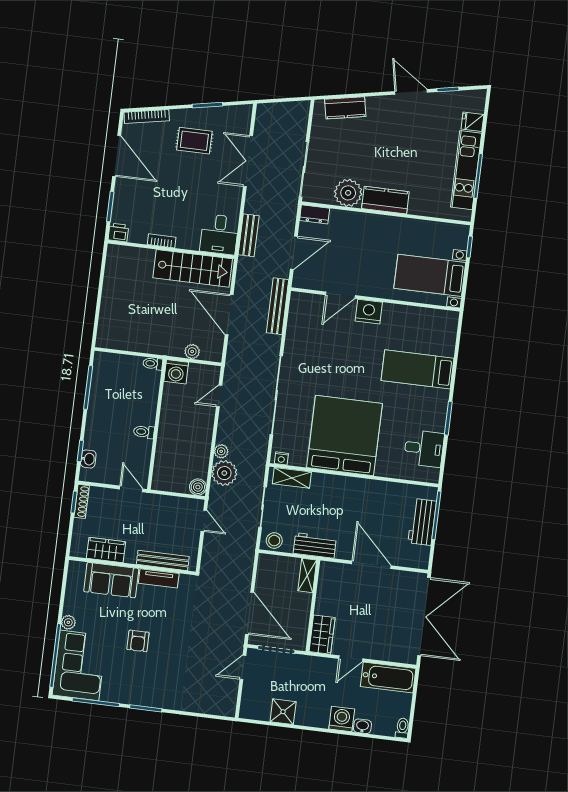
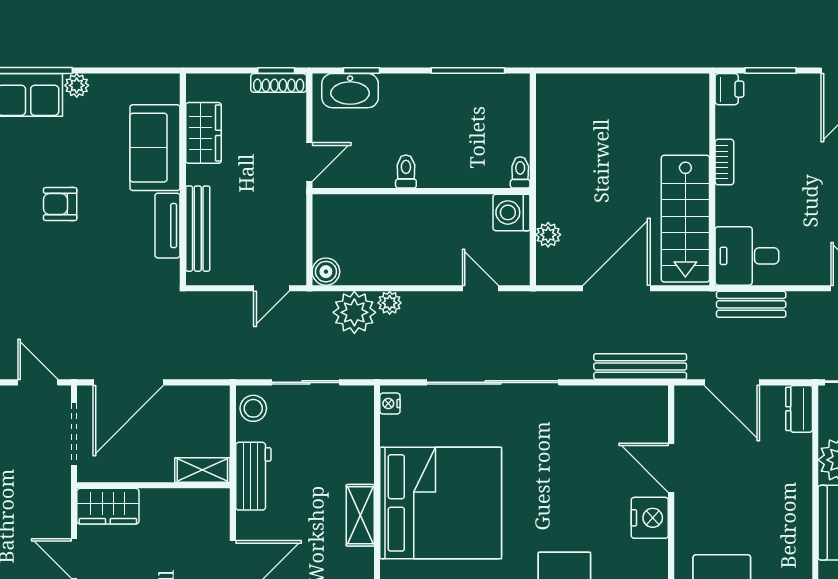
washbasin: (88, 459) -> (350, 91), width x1.91, depth x1.45
shelving: (292, 478) -> (360, 515), moved

